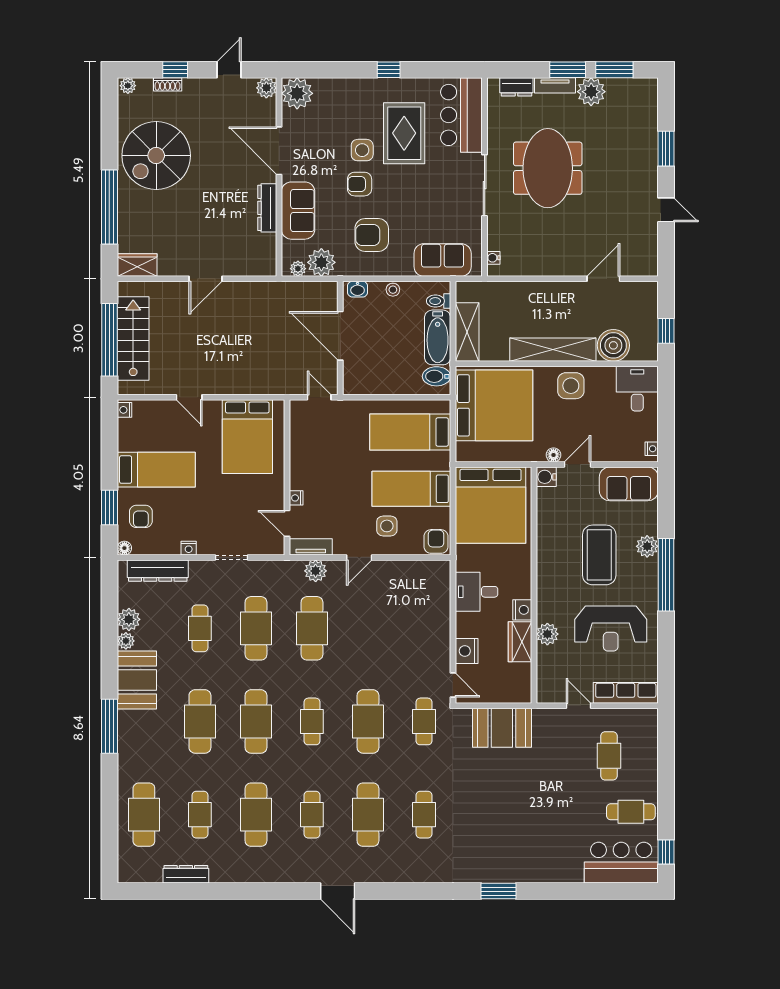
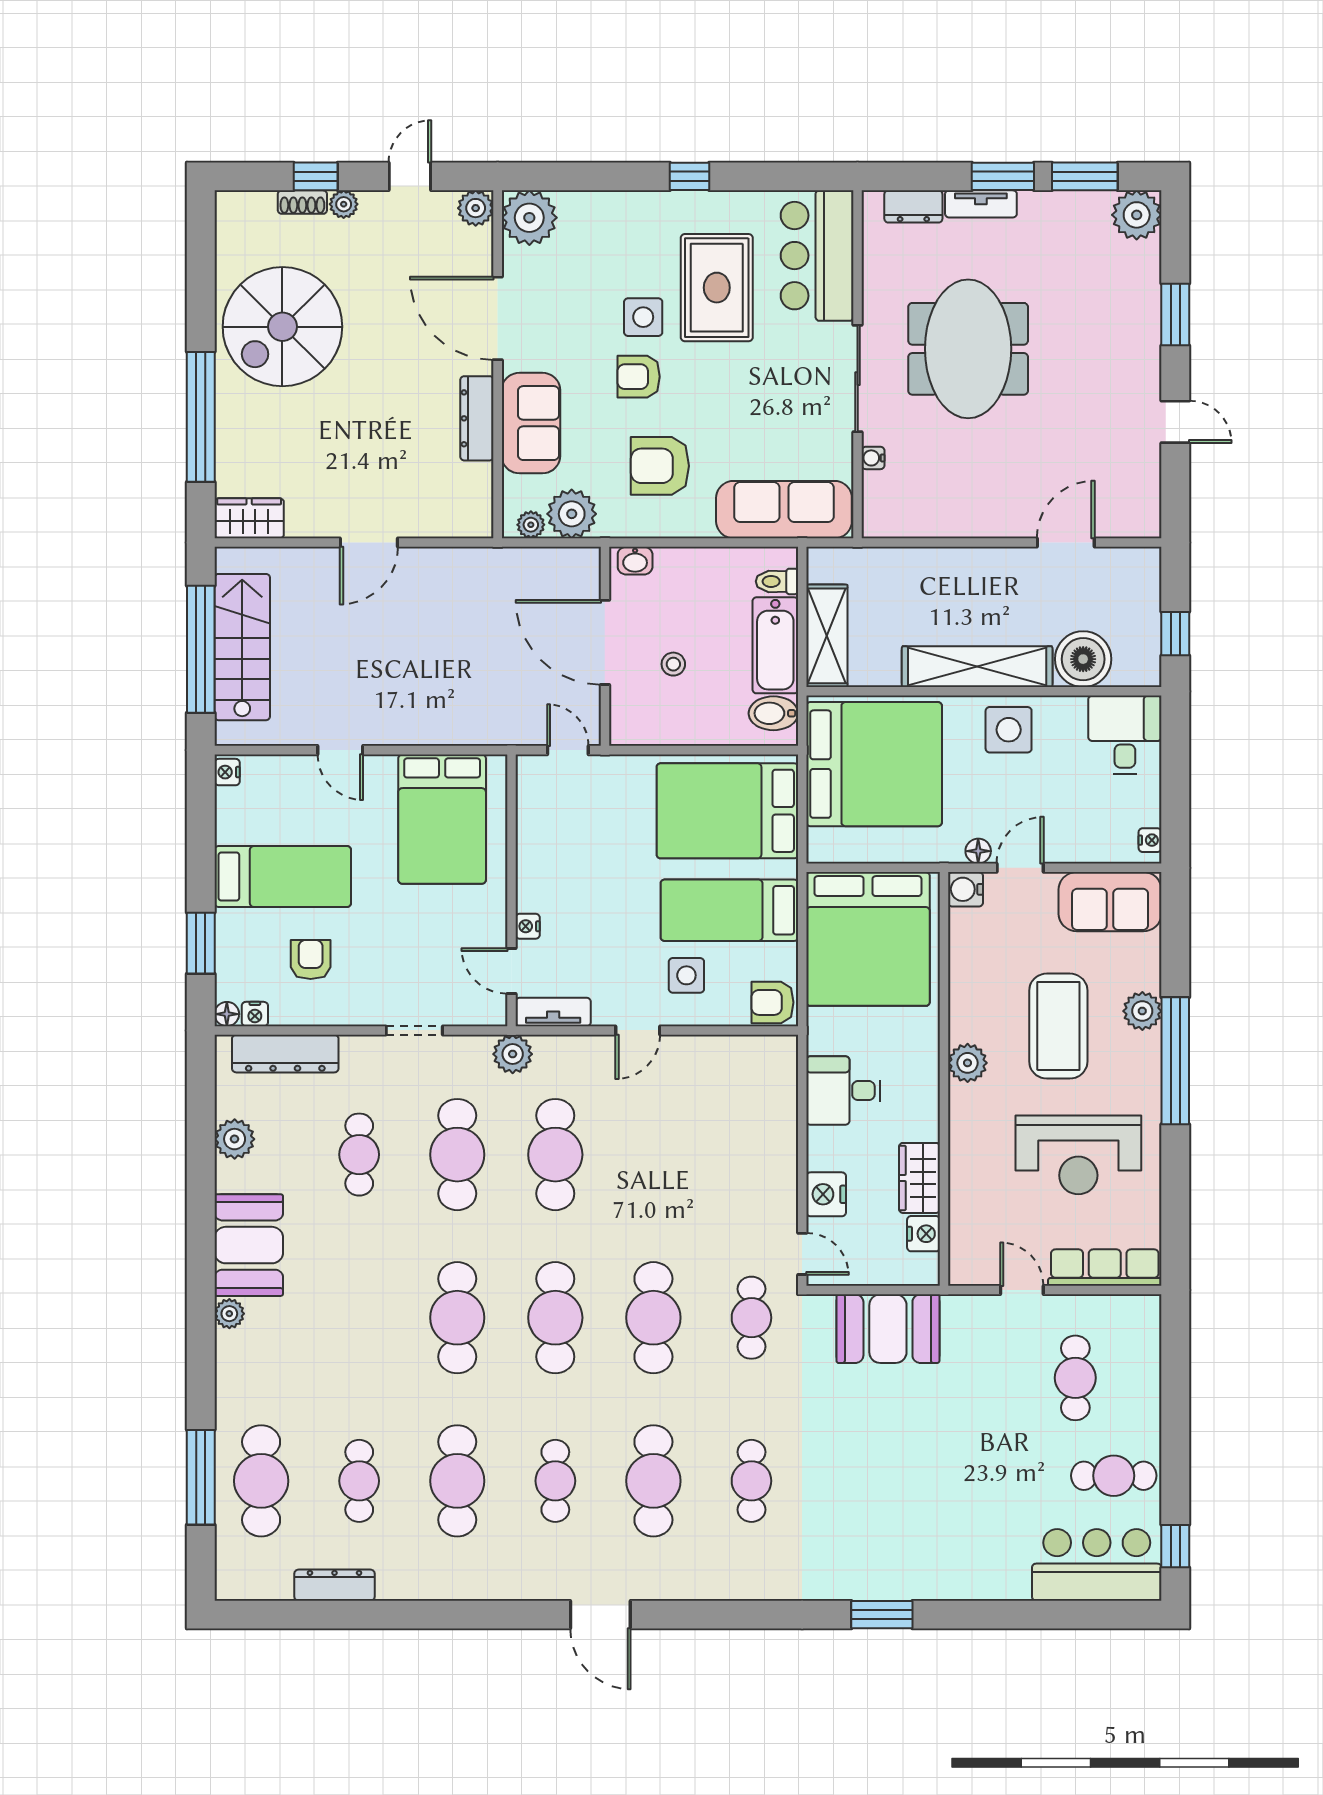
plant: (128, 86) -> (344, 204), moved
plant: (591, 92) -> (1137, 215), moved
water cooler: (493, 258) -> (873, 458), moved
sofa: (443, 260) -> (784, 510), width x1.36
stool: (393, 290) -> (673, 664), moved
bed: (410, 432) -> (727, 811), width x1.50
armchair: (141, 516) -> (311, 959), moved, turned 180
armchair: (436, 541) -> (773, 1002), turned -90
nightstand: (189, 548) -> (255, 1014), moved
plant: (316, 571) -> (513, 1054), moved
nightstand: (522, 610) -> (924, 1234), moved
plant: (547, 634) -> (968, 1063), moved
plant: (126, 641) -> (229, 1314), moved
cafe table: (200, 721) -> (359, 1318), removed
cafe table: (312, 721) -> (555, 1318), width x1.37, depth x1.35
window: (109, 726) -> (201, 1477), moved

